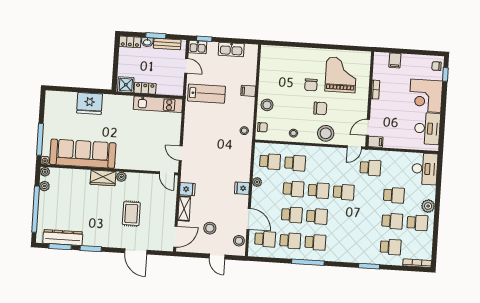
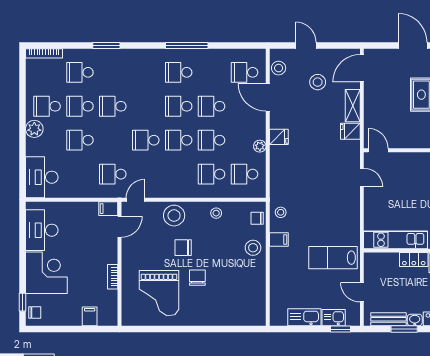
kitchen sink: (198, 47) -> (334, 318), moved
filing cabinet: (248, 91) -> (279, 239), moved
school desk: (290, 241) -> (113, 106), moved

